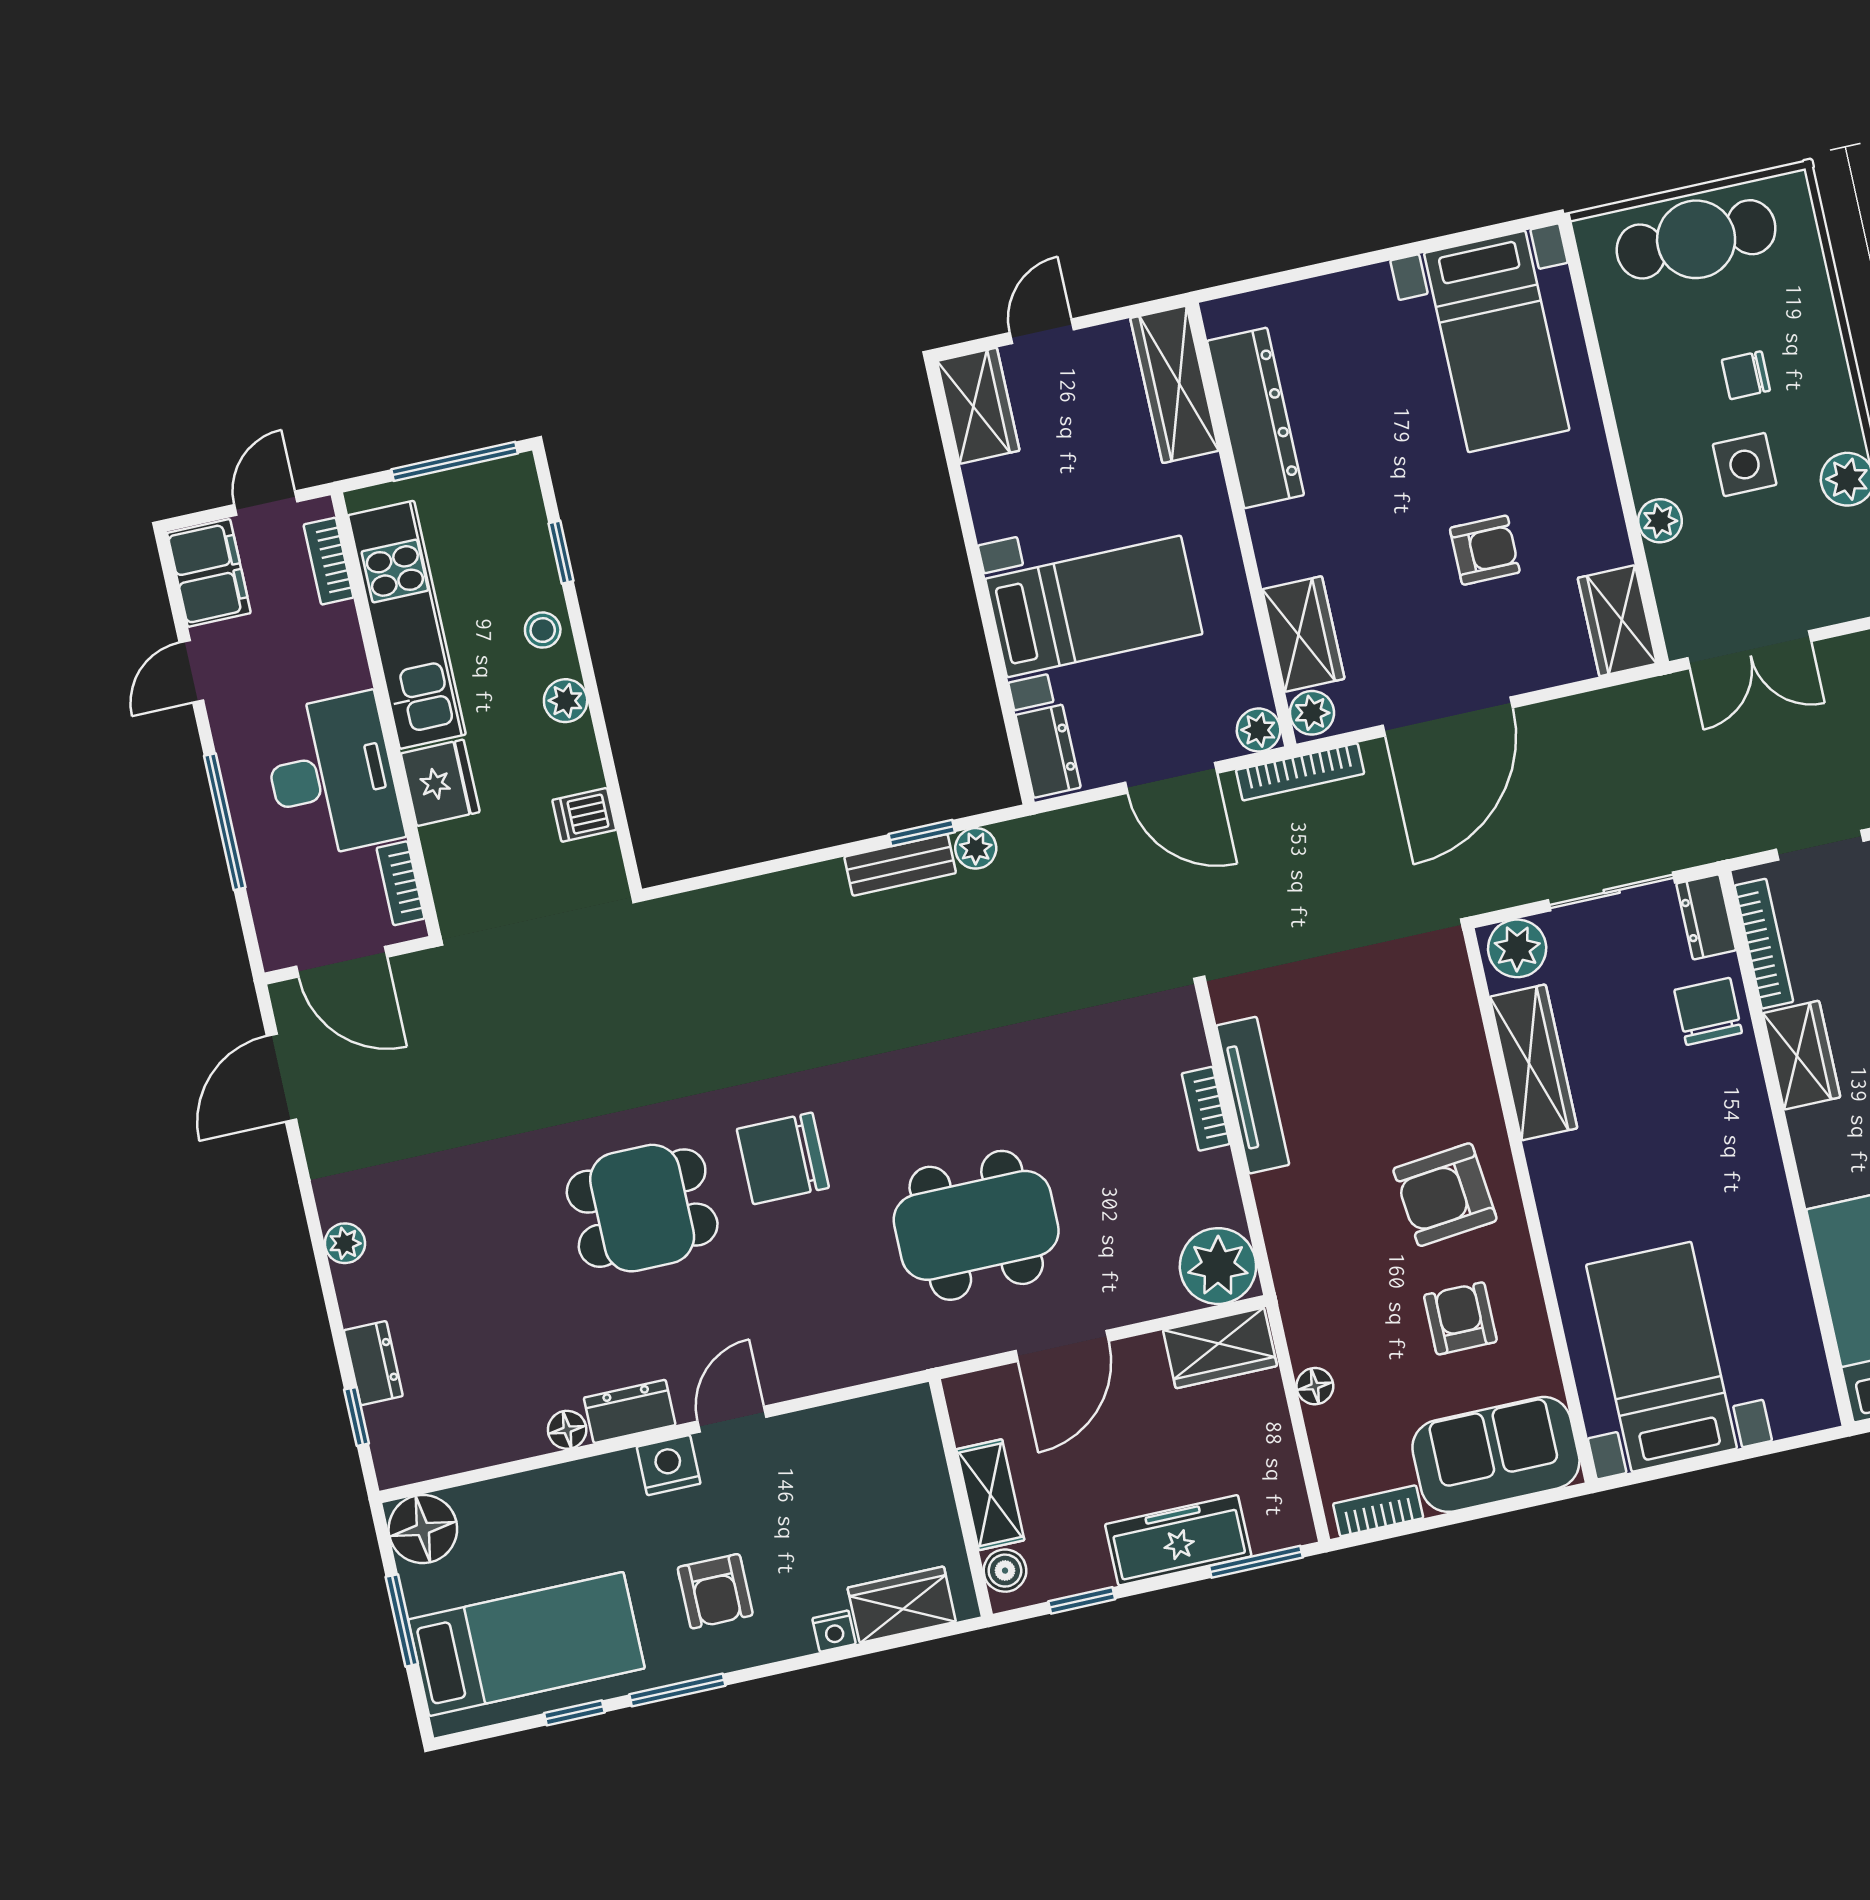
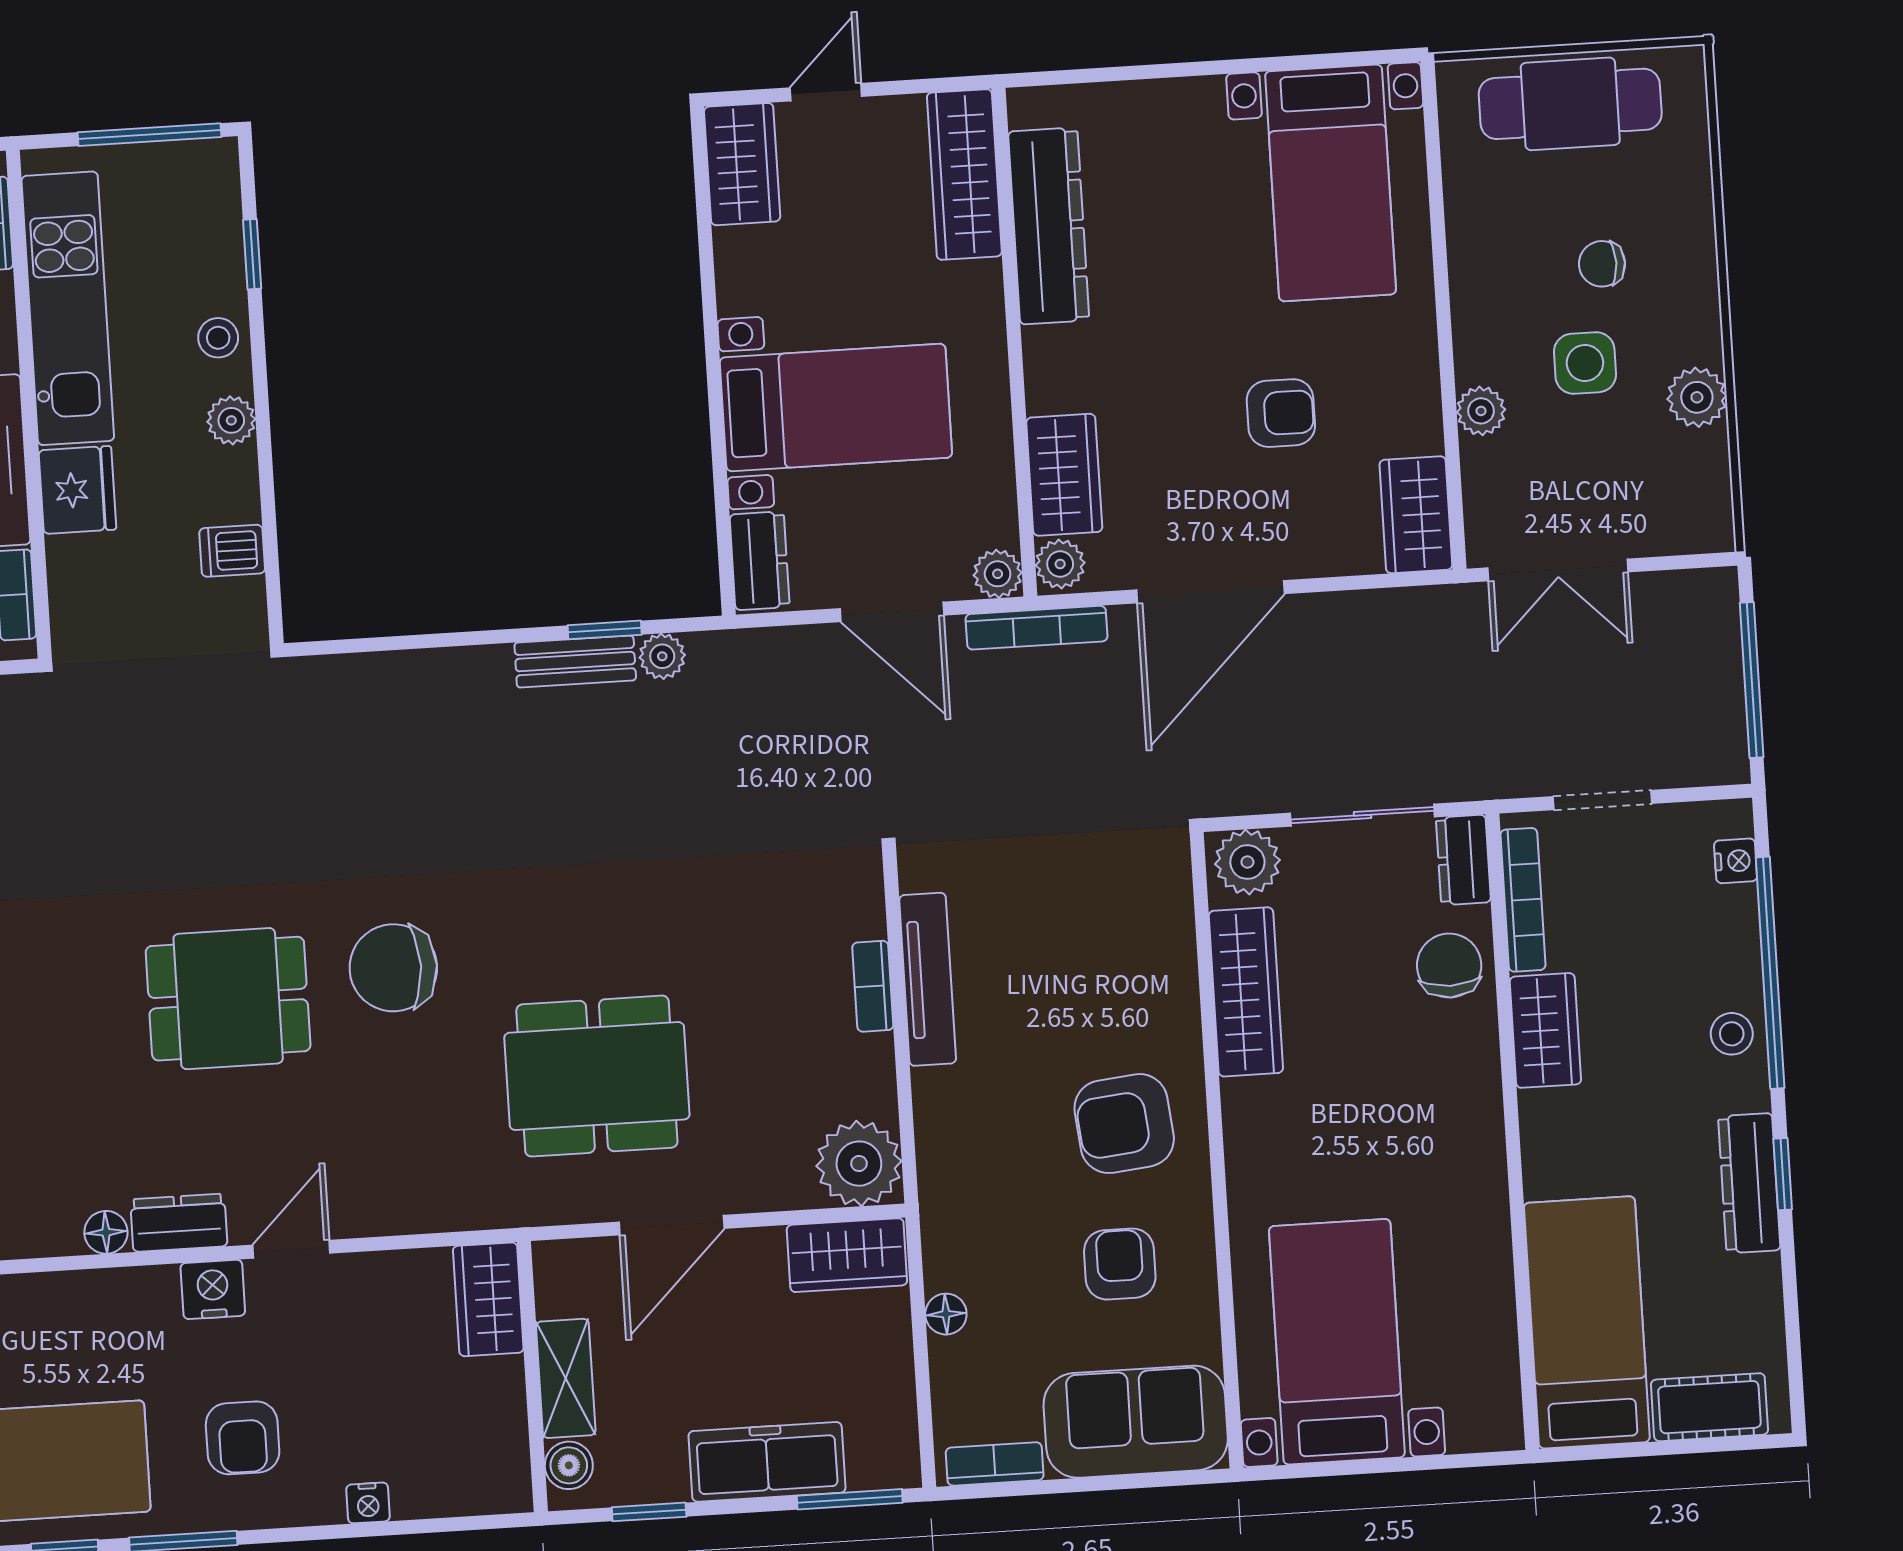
wardrobe: (902, 1605) -> (488, 1299), moved, turned -90

